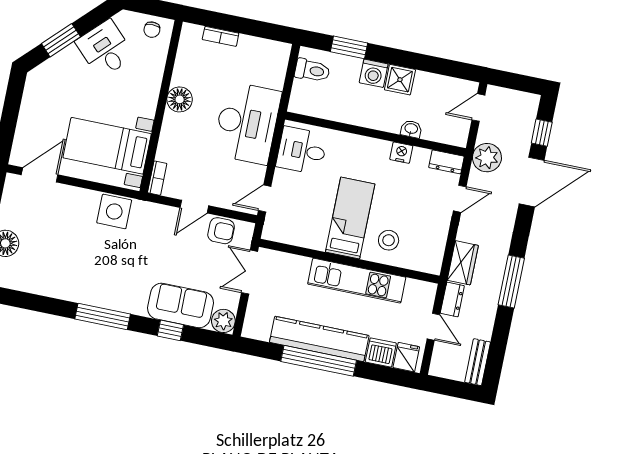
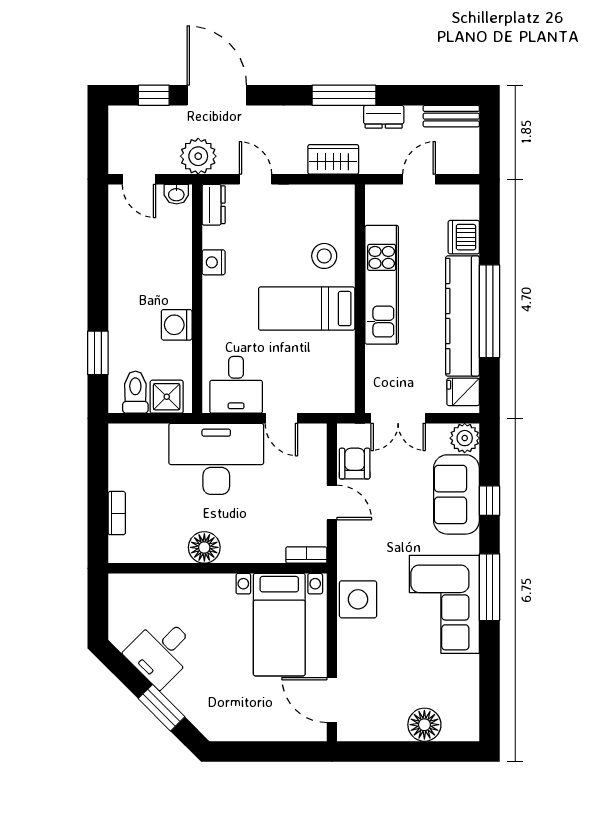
chair: (152, 30) -> (126, 599), removed
washing machine: (374, 73) -> (177, 325), moved, turned 180
shower: (400, 80) -> (167, 397), moved
washbasin: (411, 129) -> (176, 194), moved, turned -90
door: (265, 199) -> (281, 418), moved
corner sofa: (96, 278) -> (444, 604), added
dresser: (452, 300) -> (384, 117), moved, turned 180
fridge: (406, 357) -> (463, 392), moved

